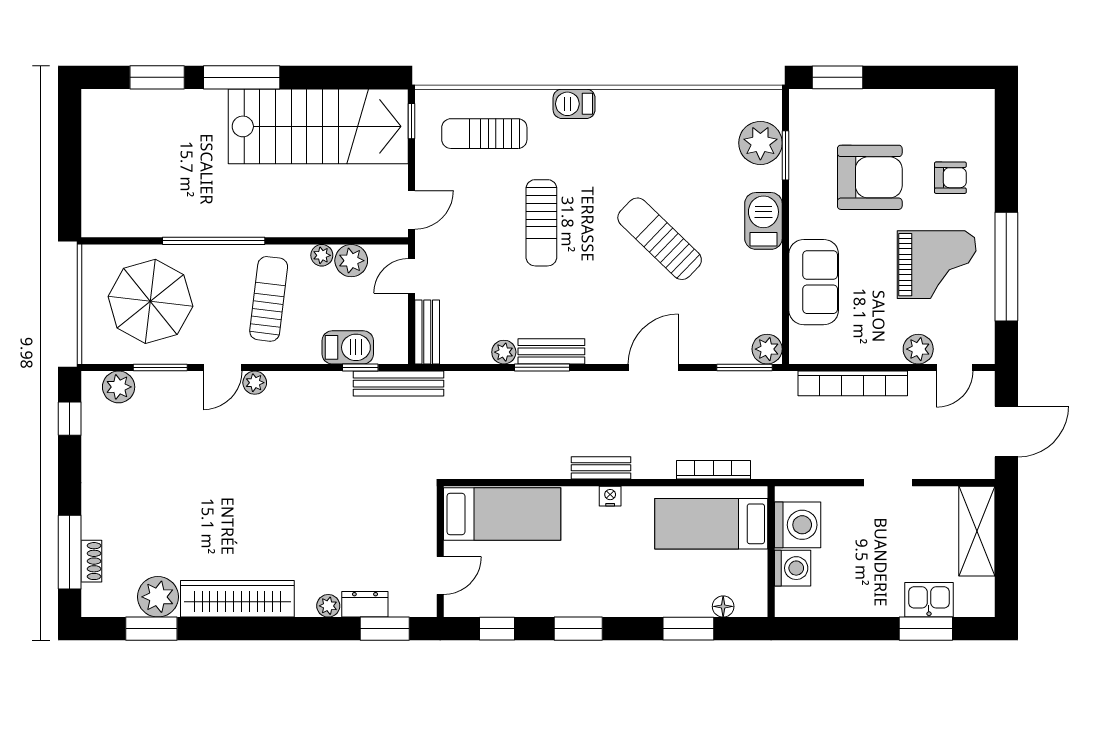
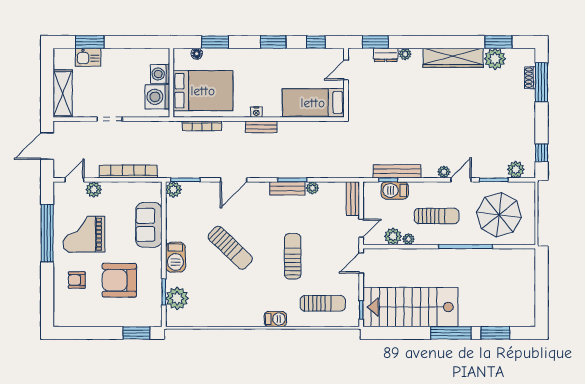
sun lounger: (269, 299) -> (437, 216), turned -97
bench: (398, 384) -> (397, 171), moved
bed: (711, 524) -> (203, 91), width x1.50

